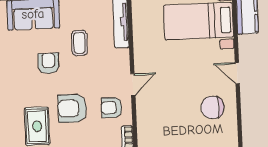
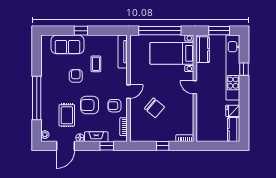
chair: (212, 107) -> (154, 108), moved, turned -140

